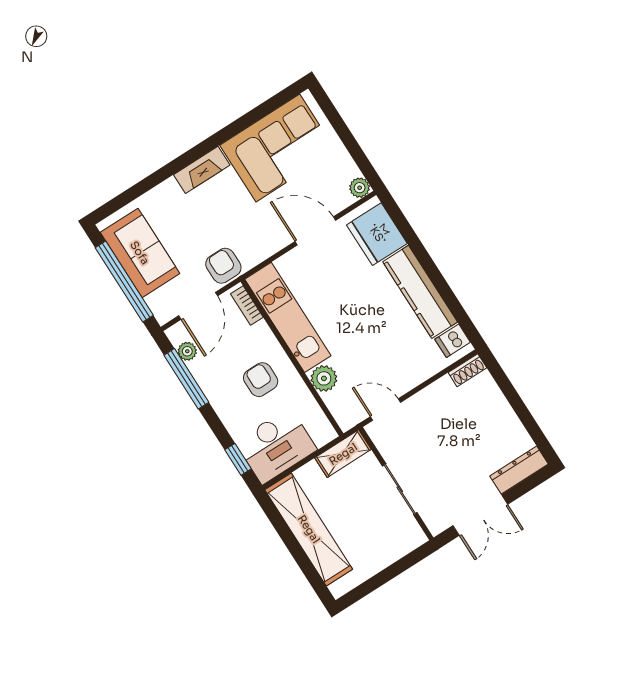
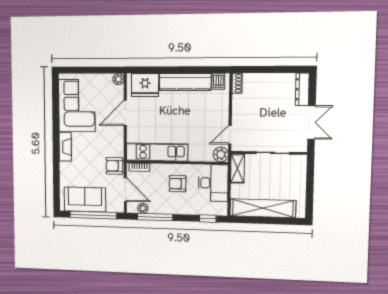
plant: (324, 378) -> (221, 154), moved
desk: (276, 446) -> (213, 183), moved

